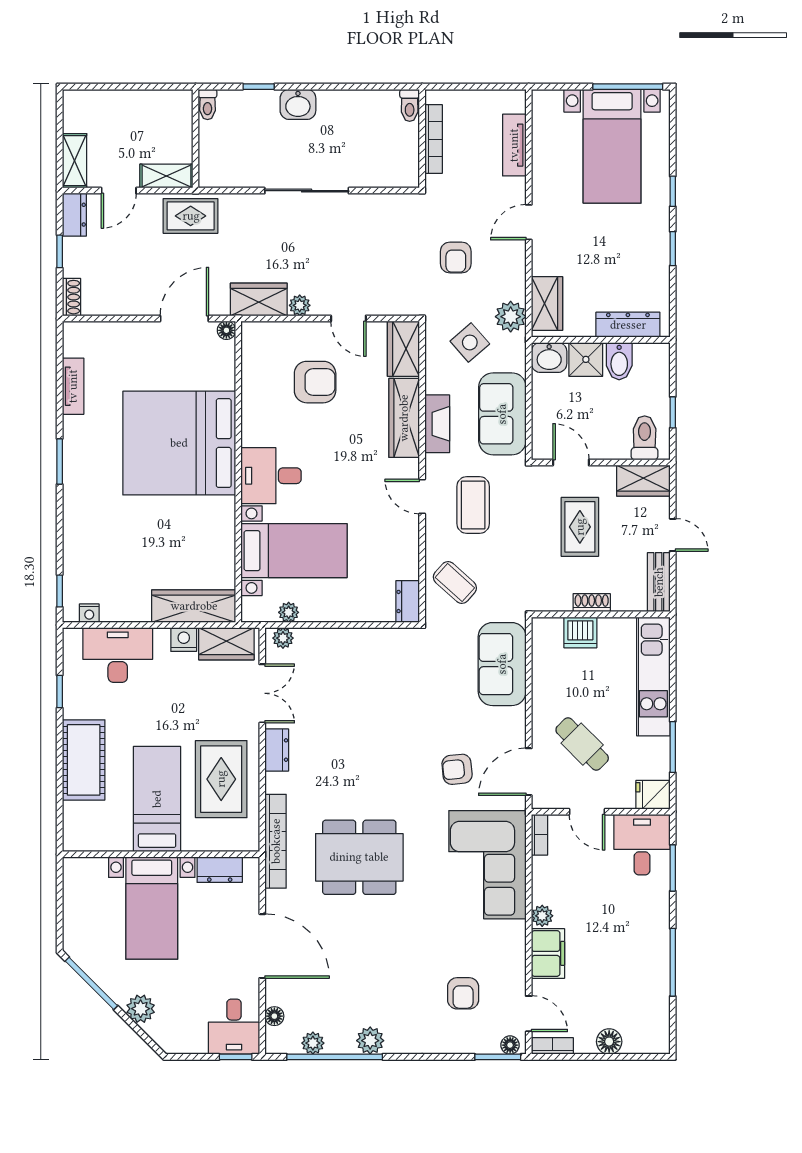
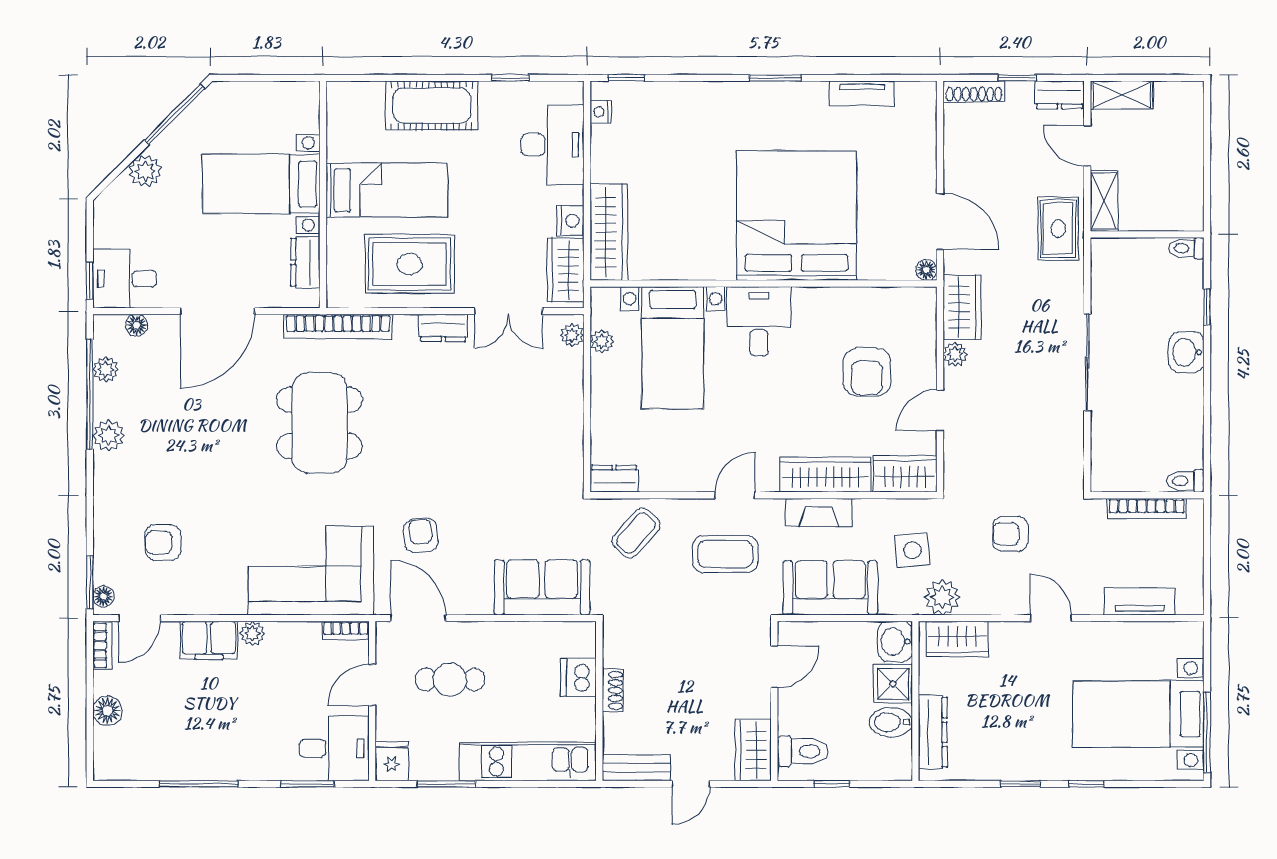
shoe rack: (71, 297) -> (974, 91), width x1.43
side table: (470, 342) -> (912, 550), turned 36
rug: (580, 527) -> (700, 677), removed
cafe table: (582, 744) -> (450, 679), turned 45

